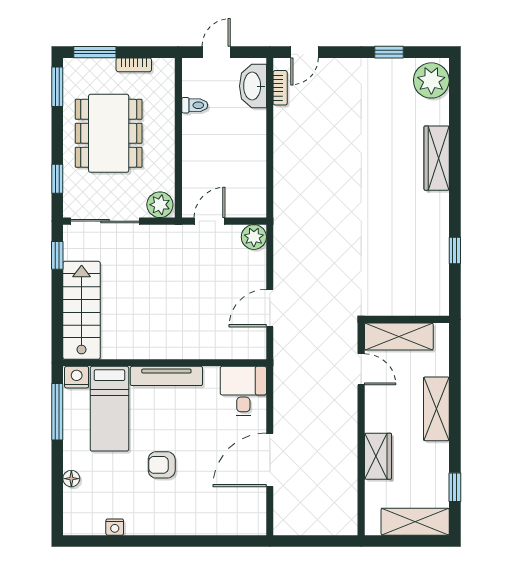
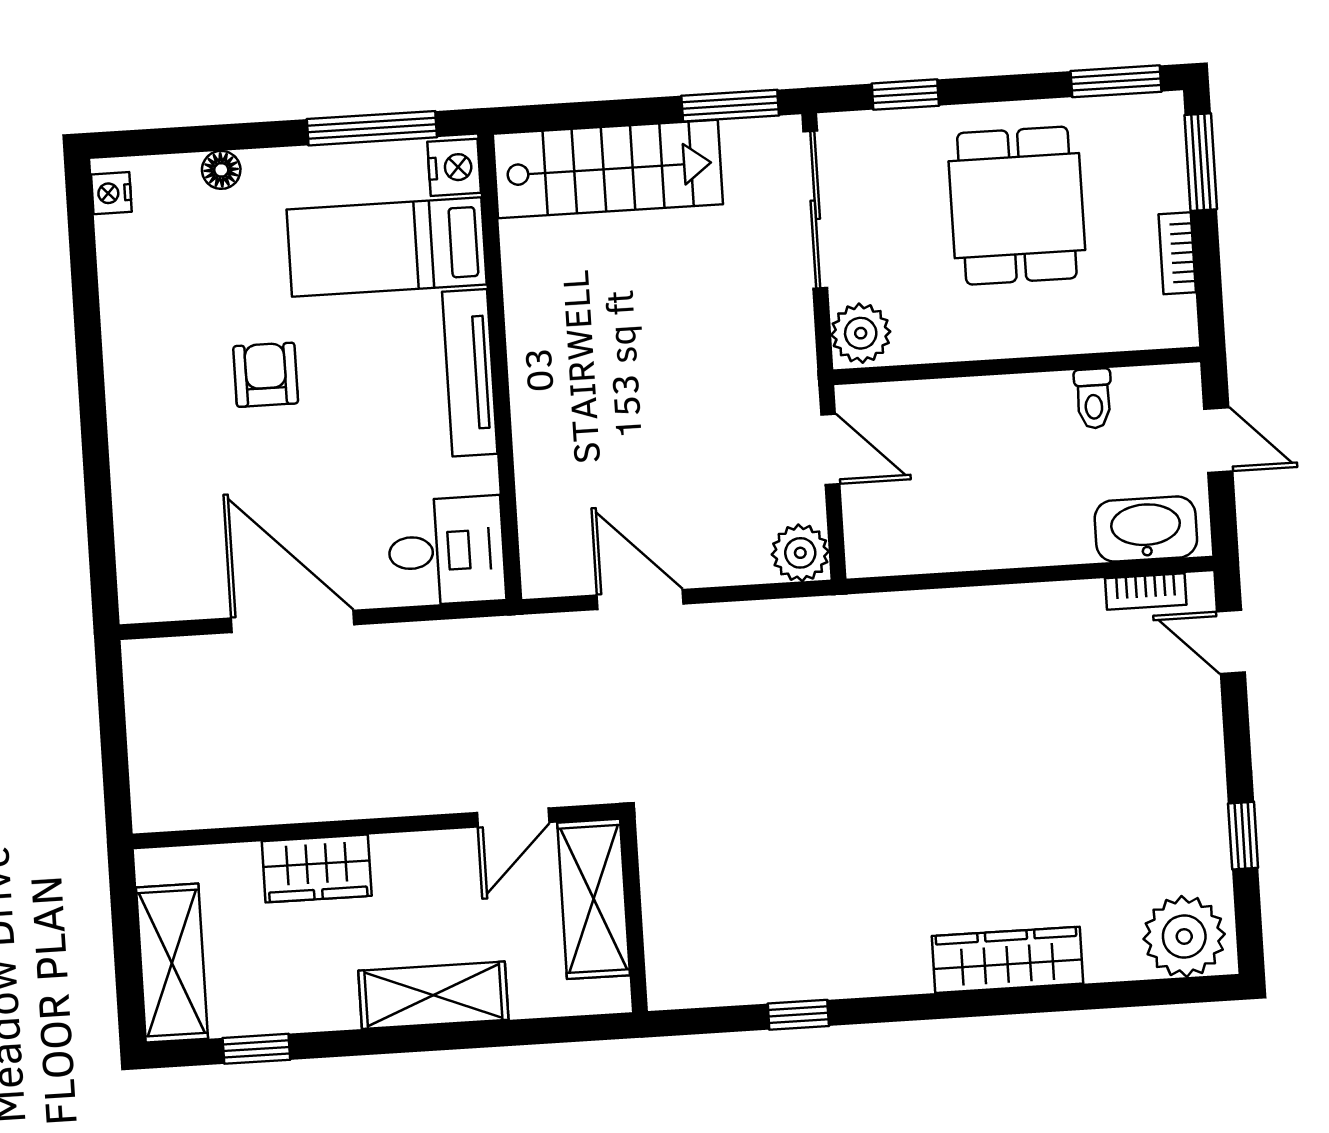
dining table: (109, 133) -> (1017, 206), width x0.73
window: (57, 255) -> (730, 106), width x1.50
nightstand: (115, 527) -> (111, 193), moved

